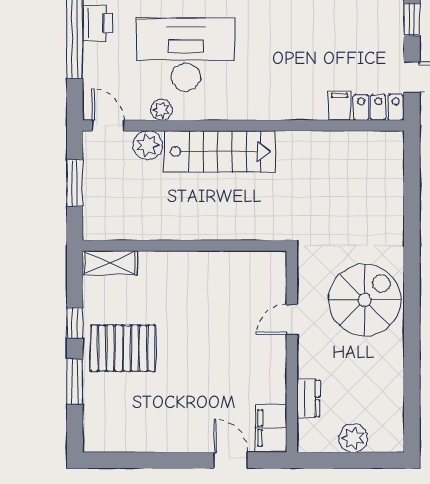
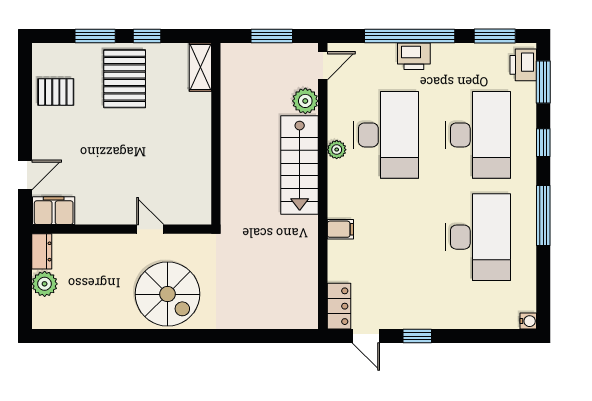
filing cabinet: (339, 106) -> (340, 229), moved
plant: (161, 110) -> (337, 150), moved
dresser: (308, 398) -> (42, 251), moved, turned -90
pallet: (138, 425) -> (56, 92), added

